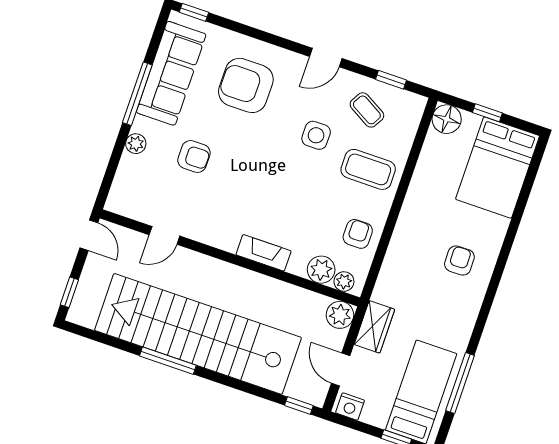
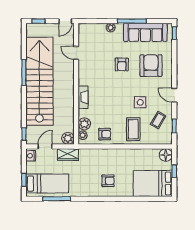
armchair: (194, 157) -> (122, 64), moved

